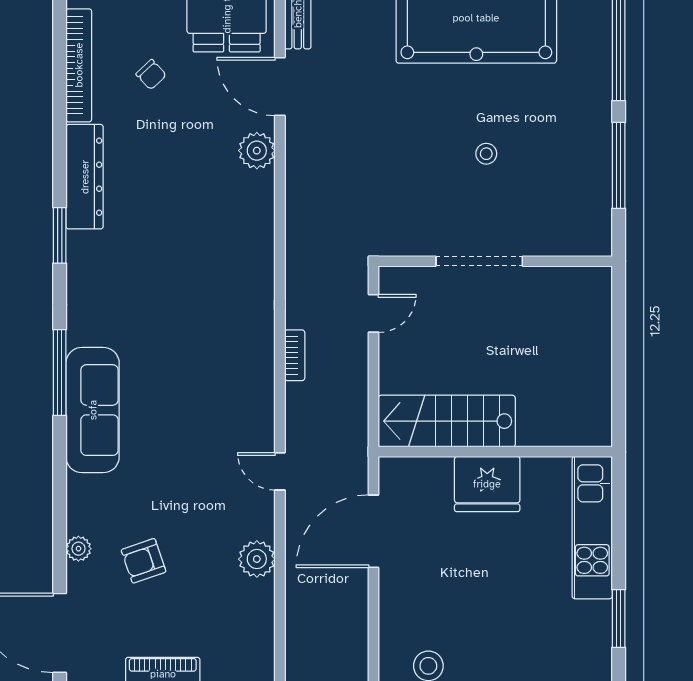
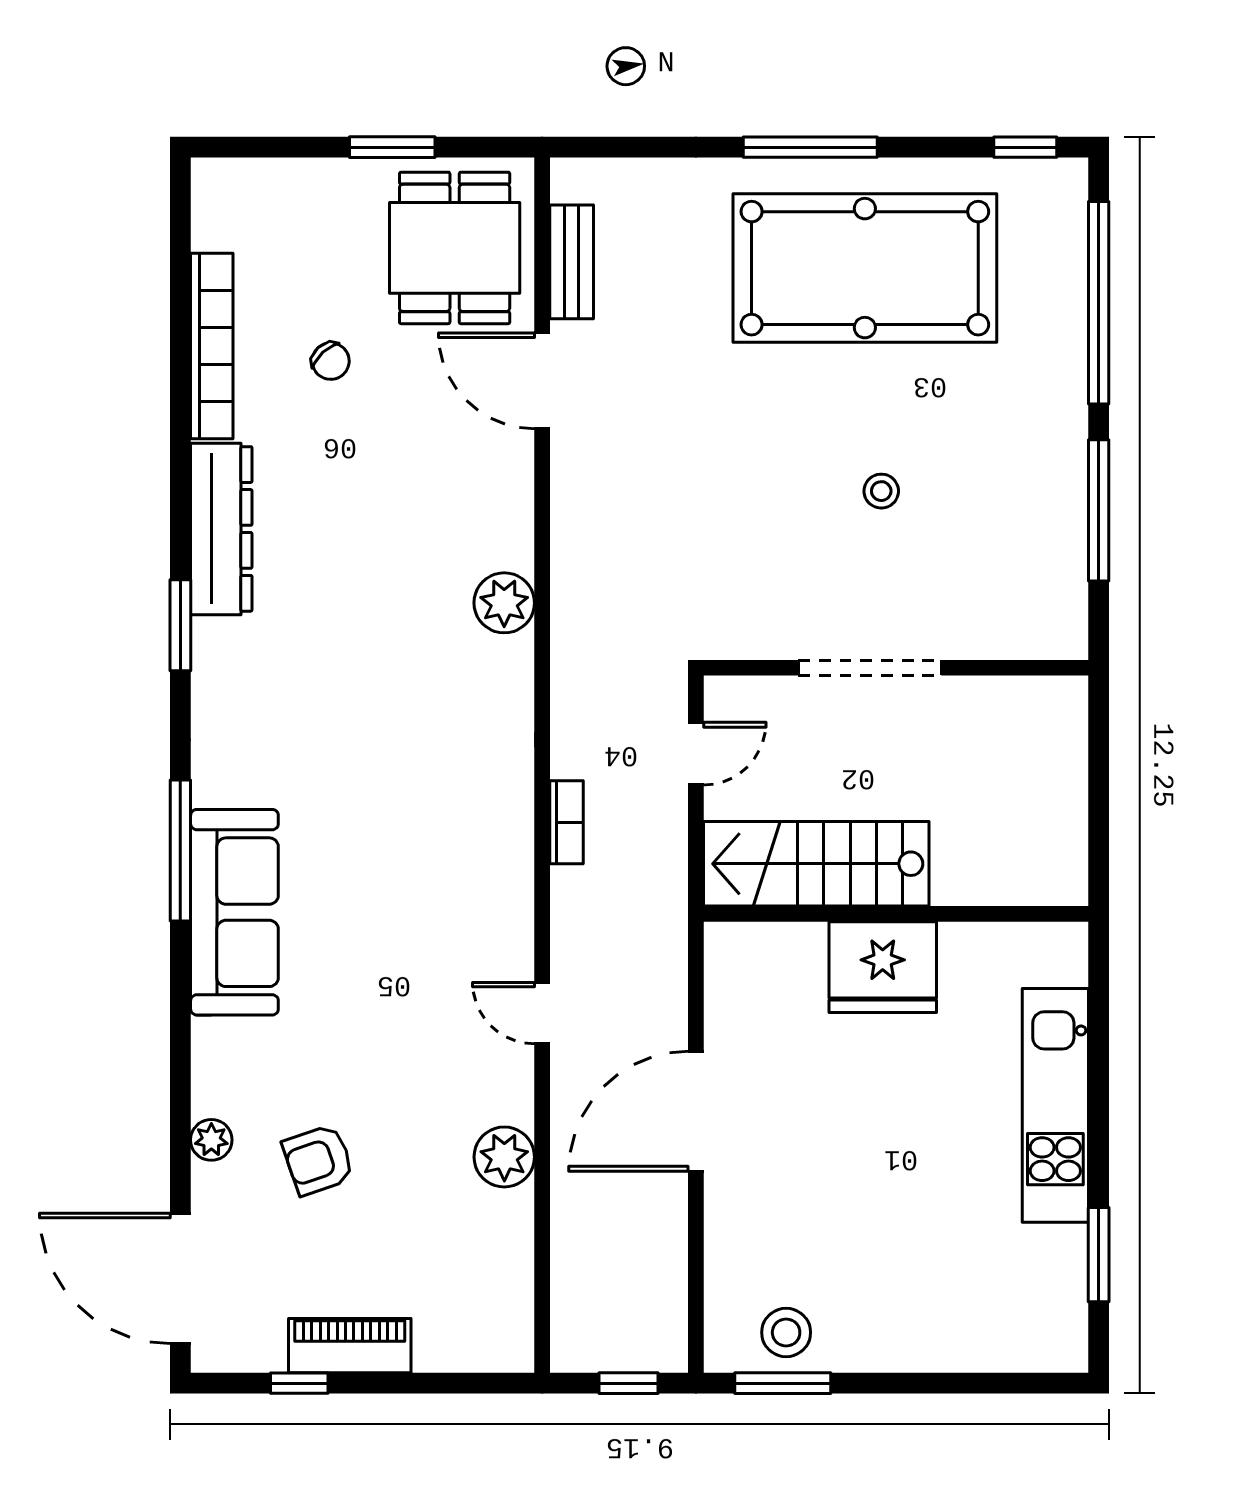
plant: (257, 151) -> (504, 603), moved
stairs: (447, 421) -> (816, 864), moved
wall: (495, 452) -> (896, 914), moved
fridge: (487, 484) -> (883, 967), moved

